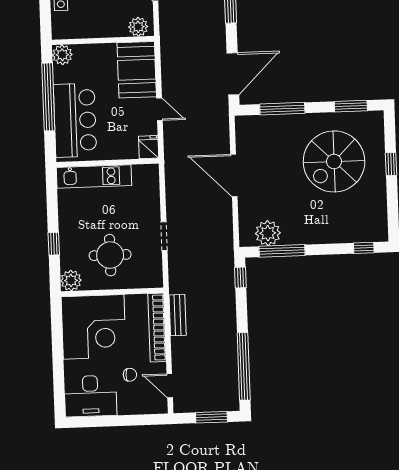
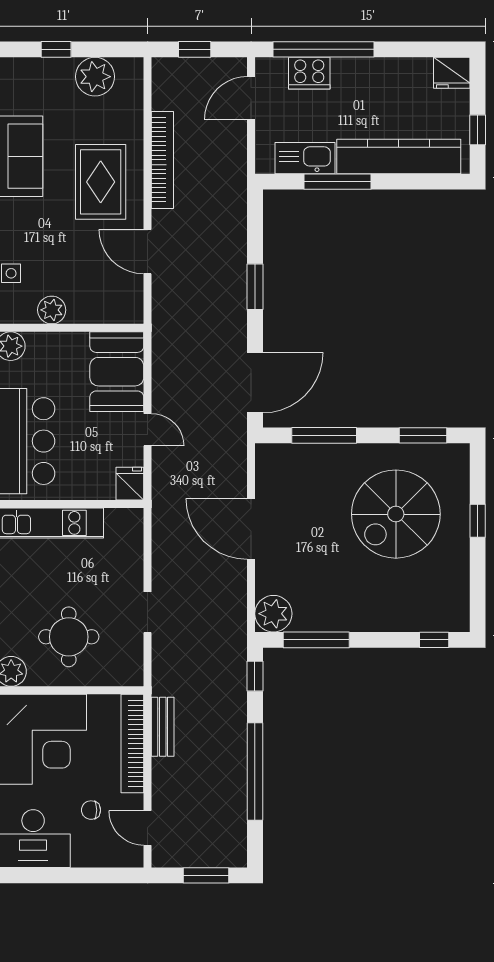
plant: (138, 27) -> (52, 310), moved
plant: (268, 233) -> (273, 614), moved
window: (244, 366) -> (255, 771), moved
chair: (130, 375) -> (91, 810), turned 180

